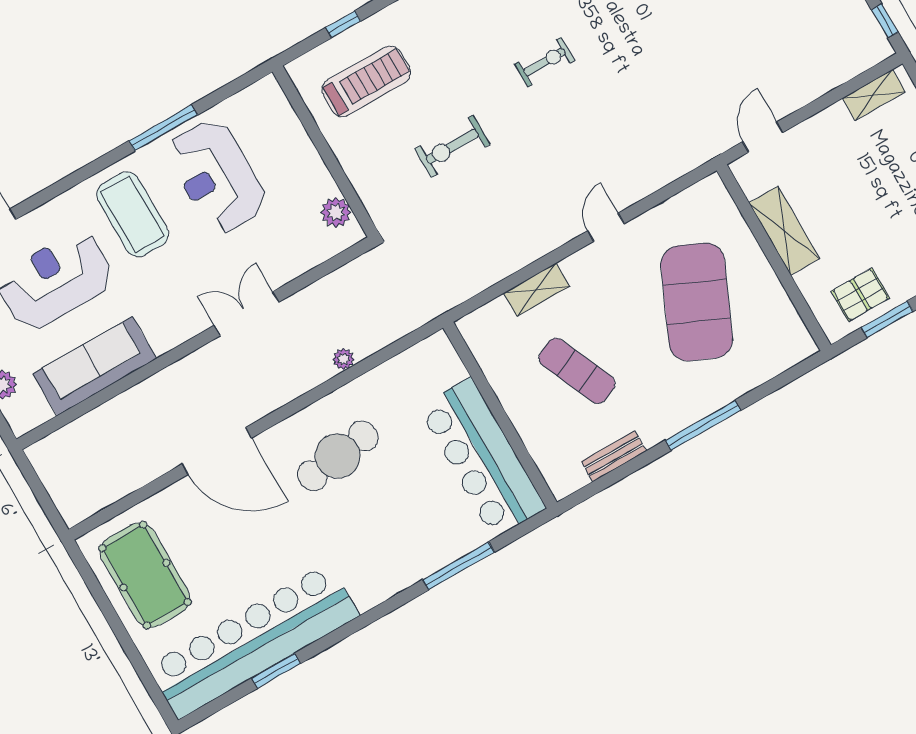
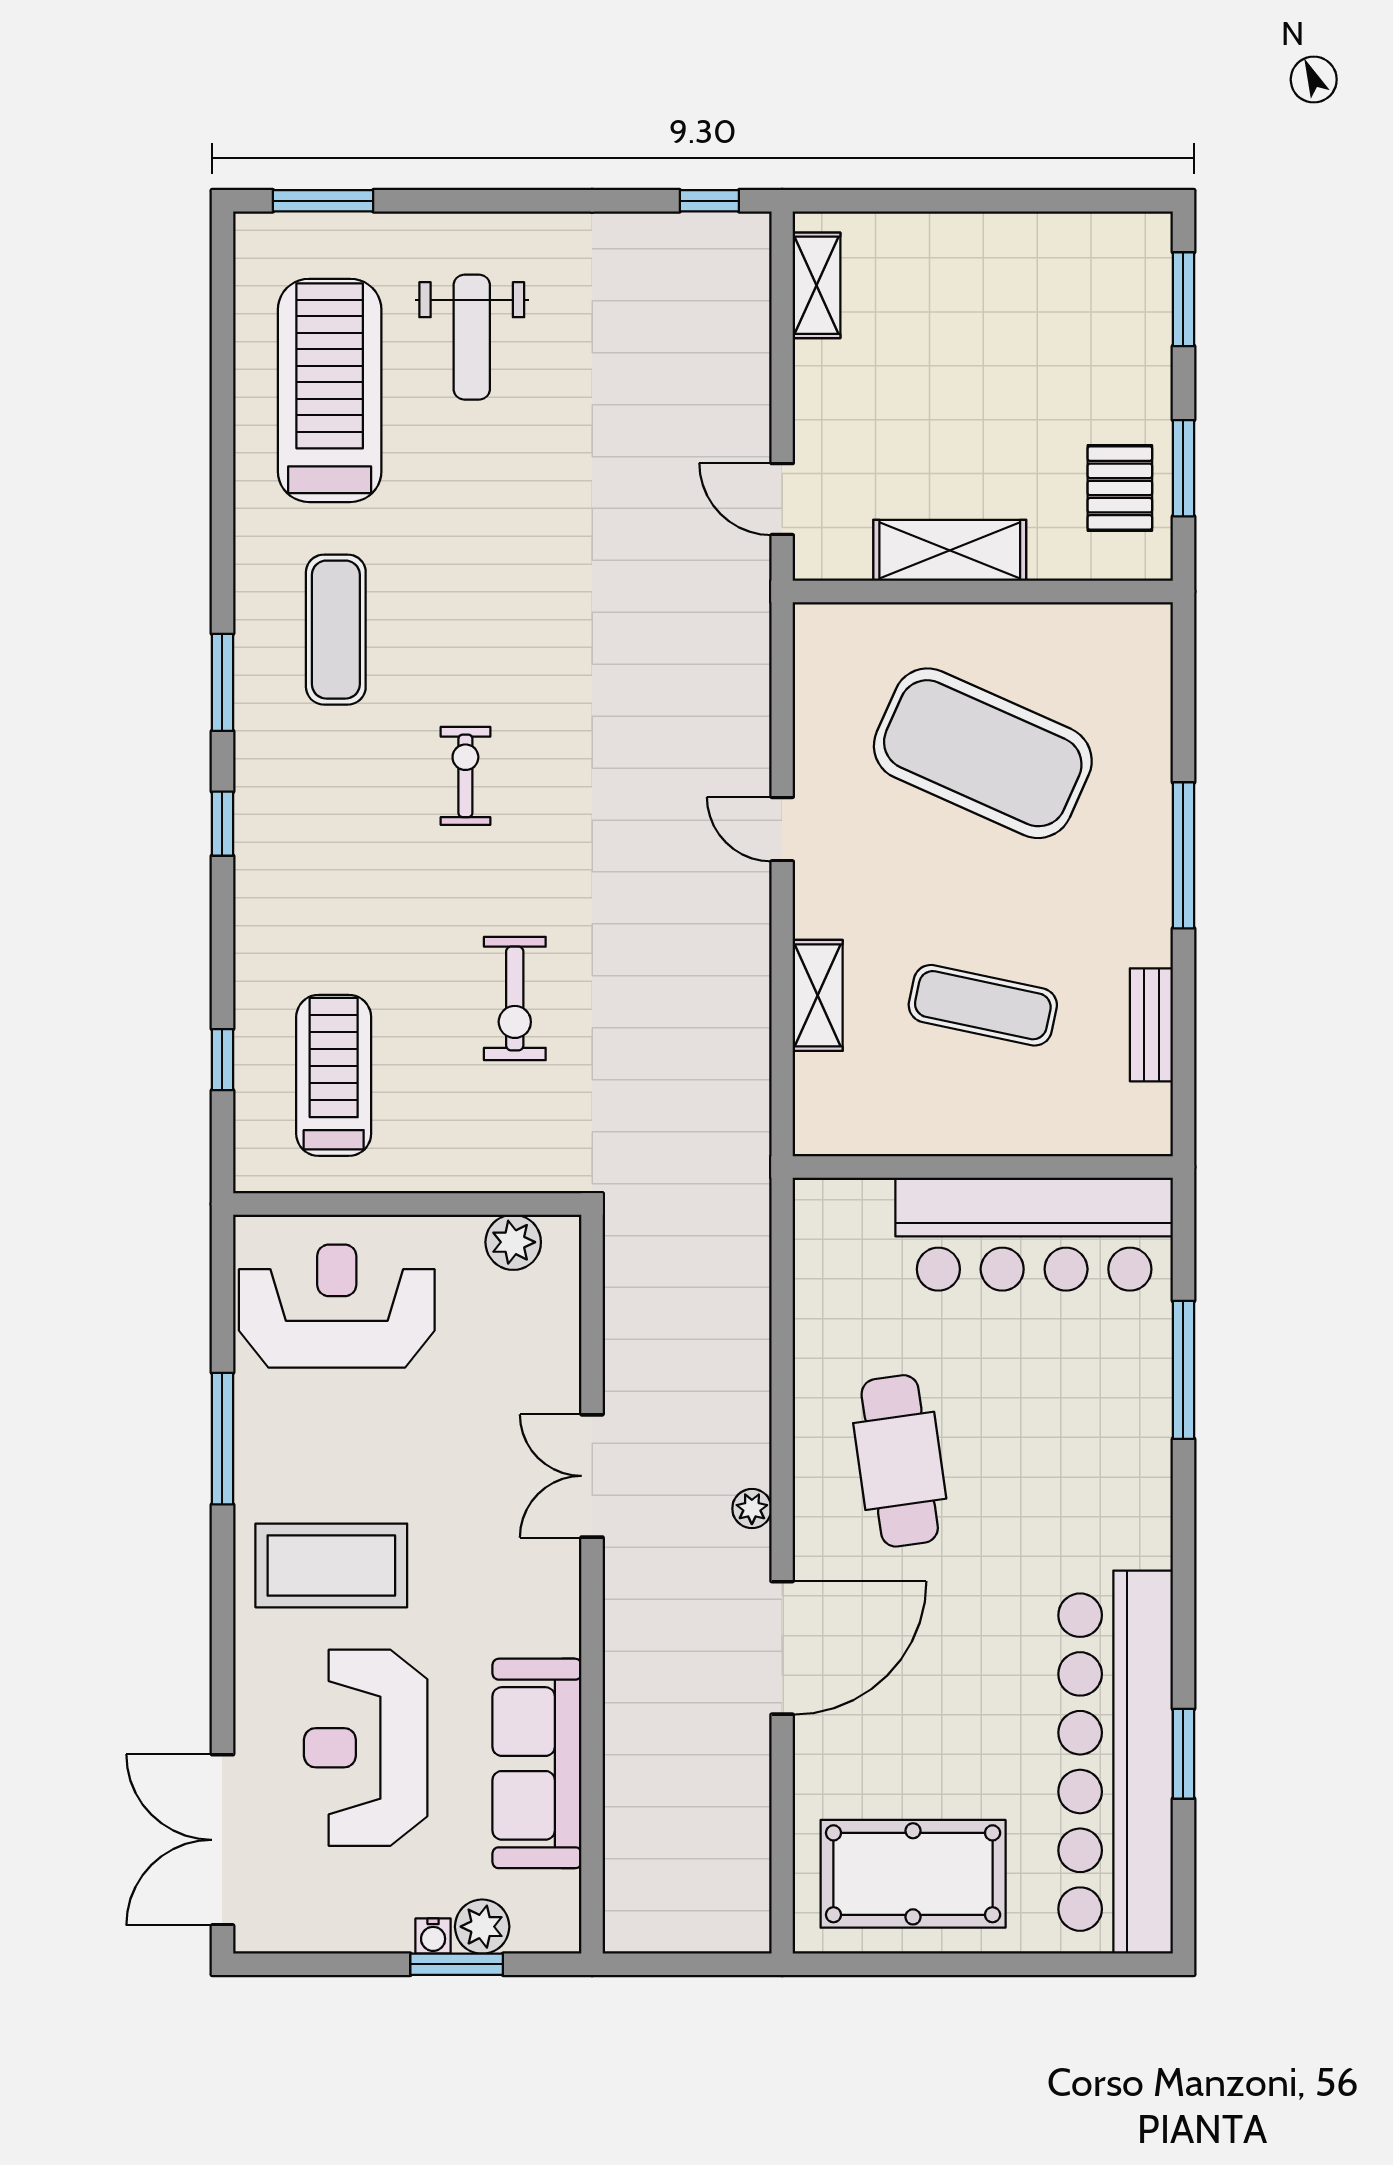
reception desk: (217, 176) -> (337, 1306), moved, turned 180
plant: (343, 359) -> (752, 1509), moved
exercise mat: (577, 371) -> (983, 1005), turned 36

